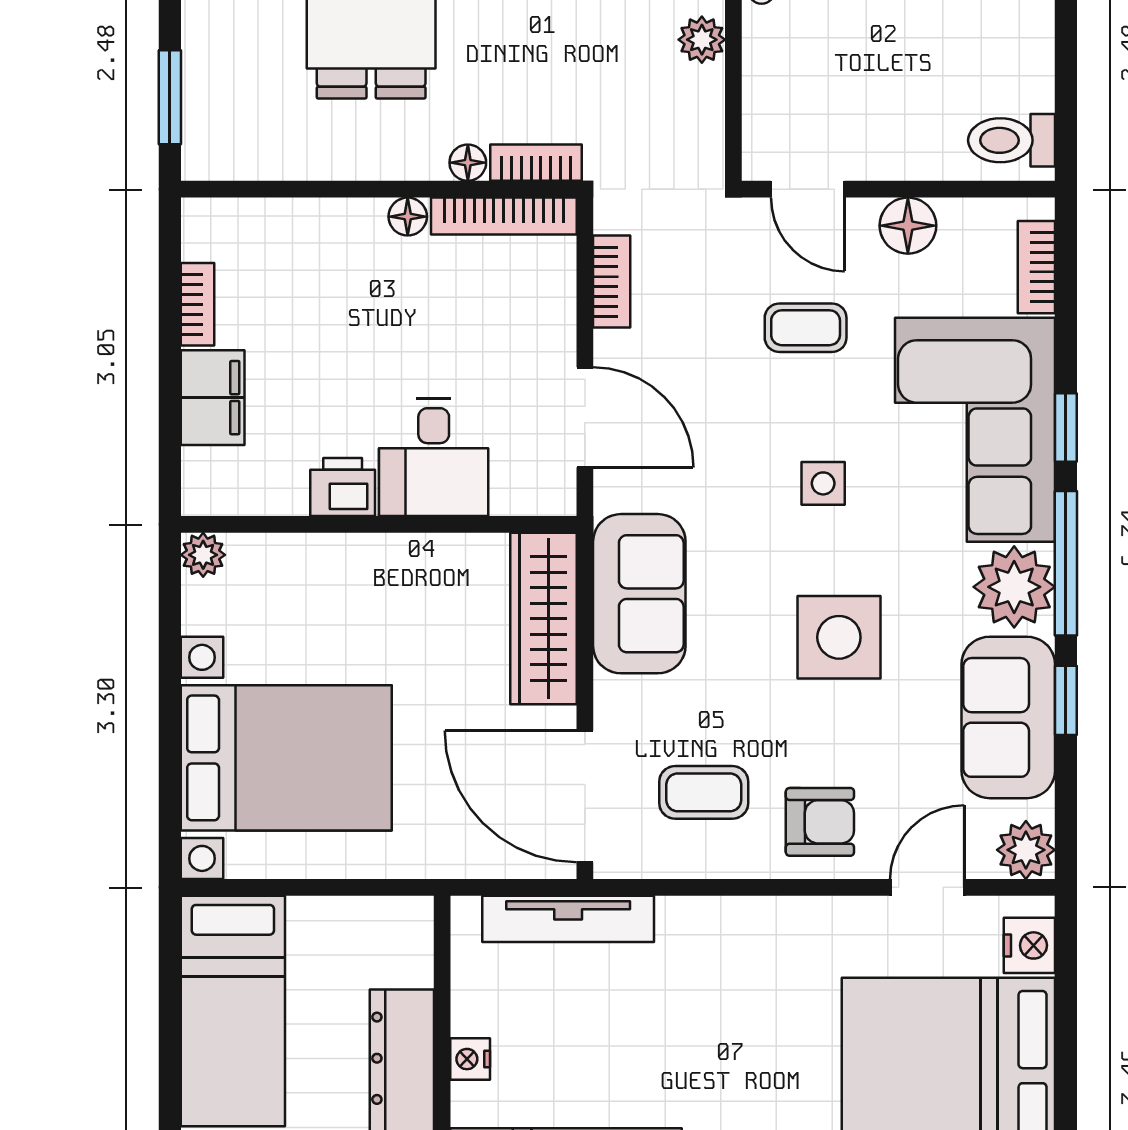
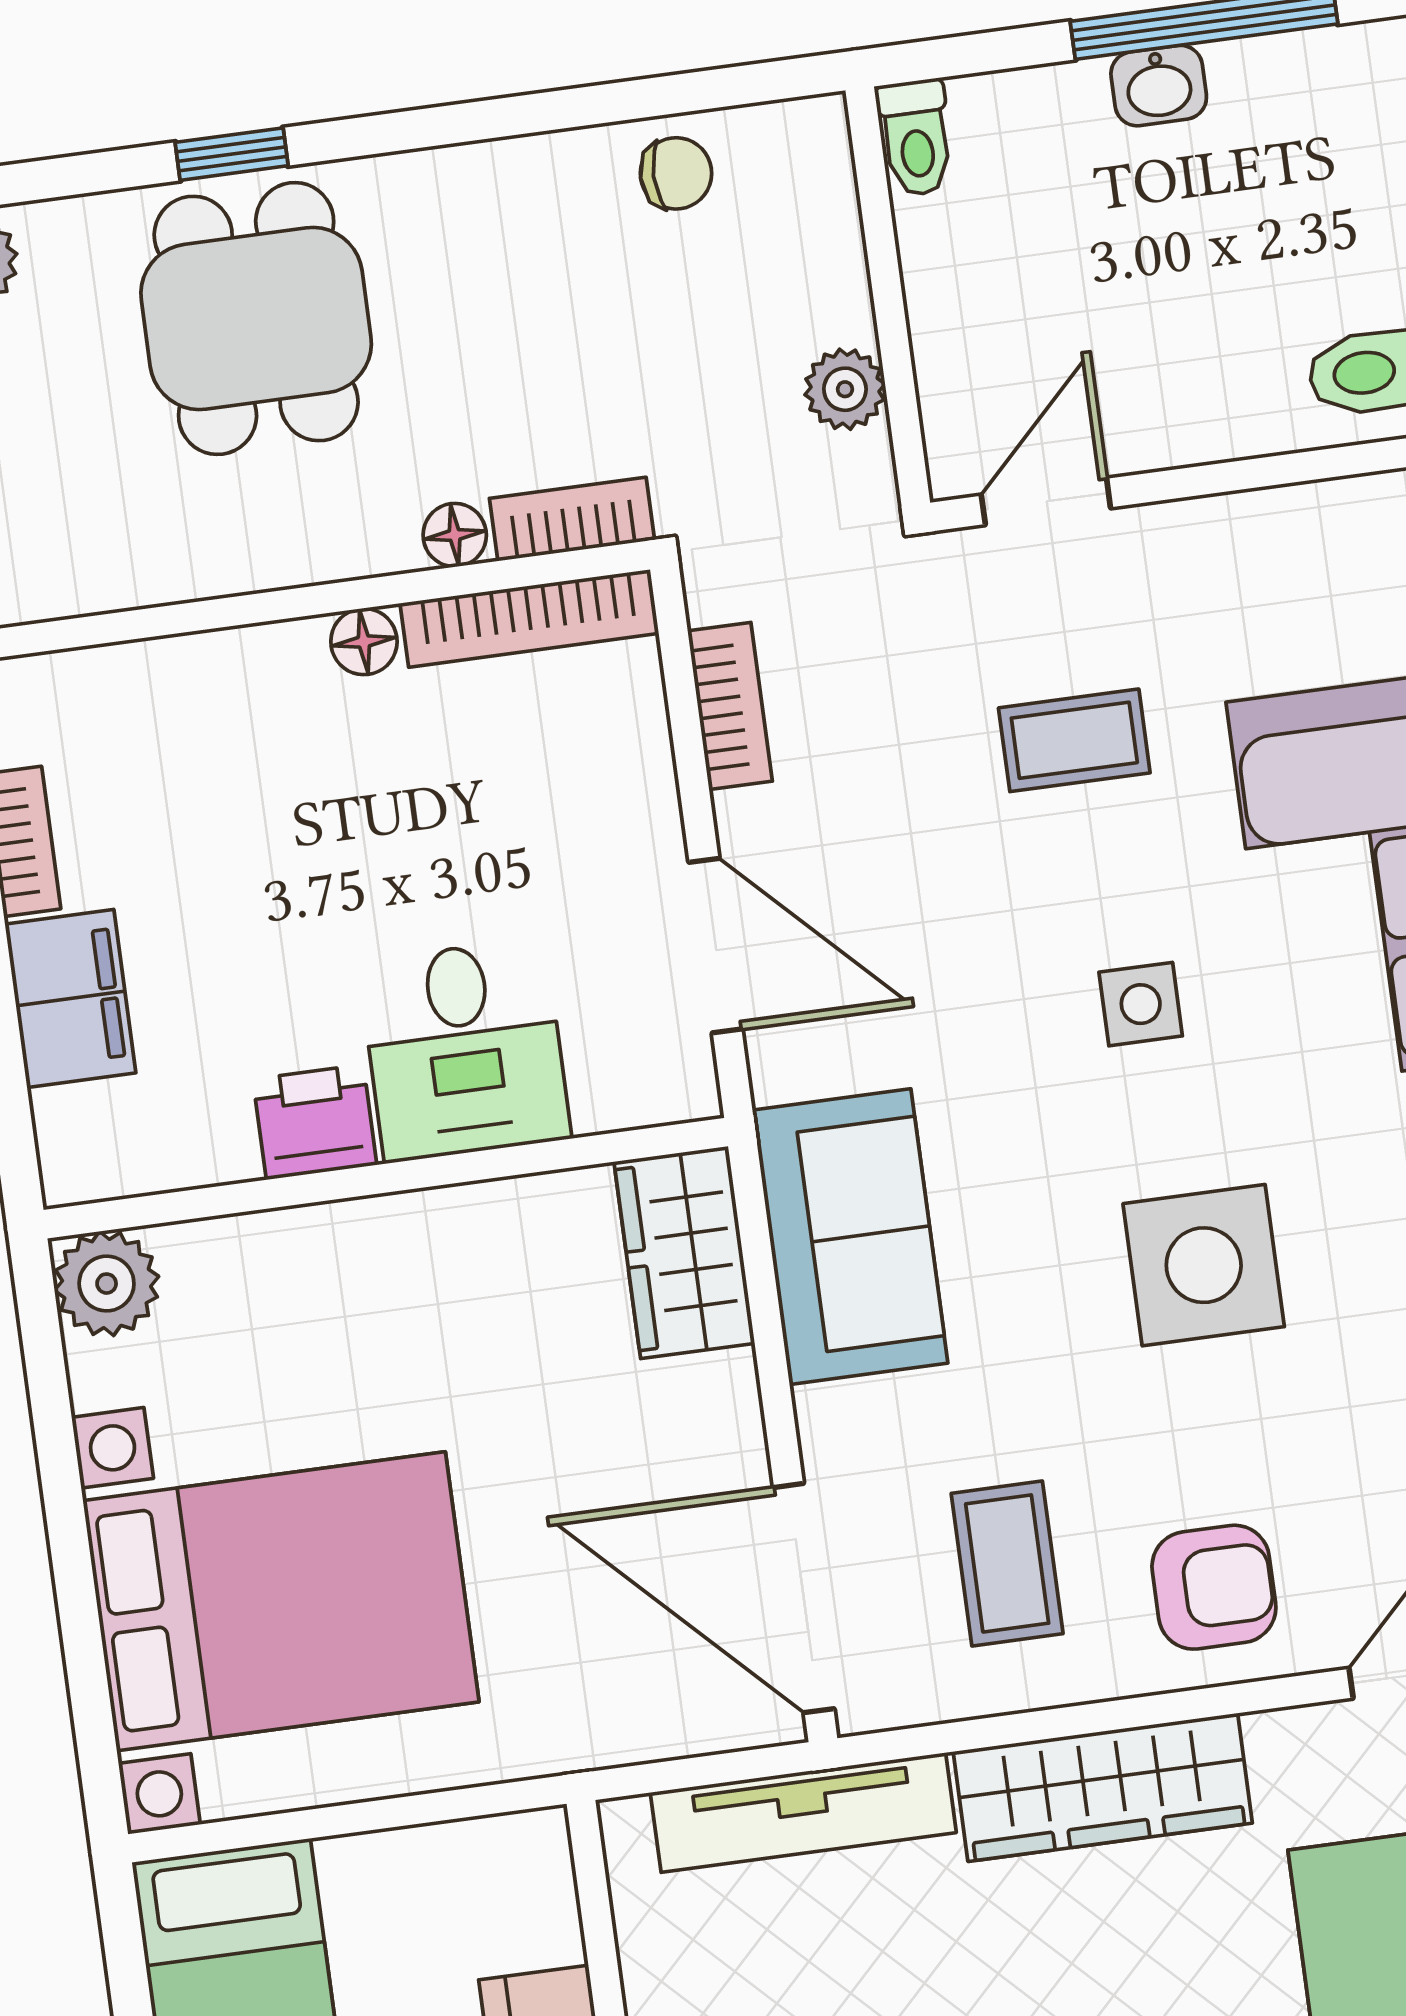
plant: (702, 40) -> (845, 389), moved
door: (808, 189) -> (1046, 501), swing flipped
floor lamp: (908, 226) -> (1227, 541), removed
plant: (203, 555) -> (107, 1284), width x1.38, depth x1.38
wardrobe: (544, 619) -> (684, 1253), width x0.67
coffee table: (704, 792) -> (1007, 1563), turned 90
wardrobe: (741, 928) -> (1103, 1787), added

